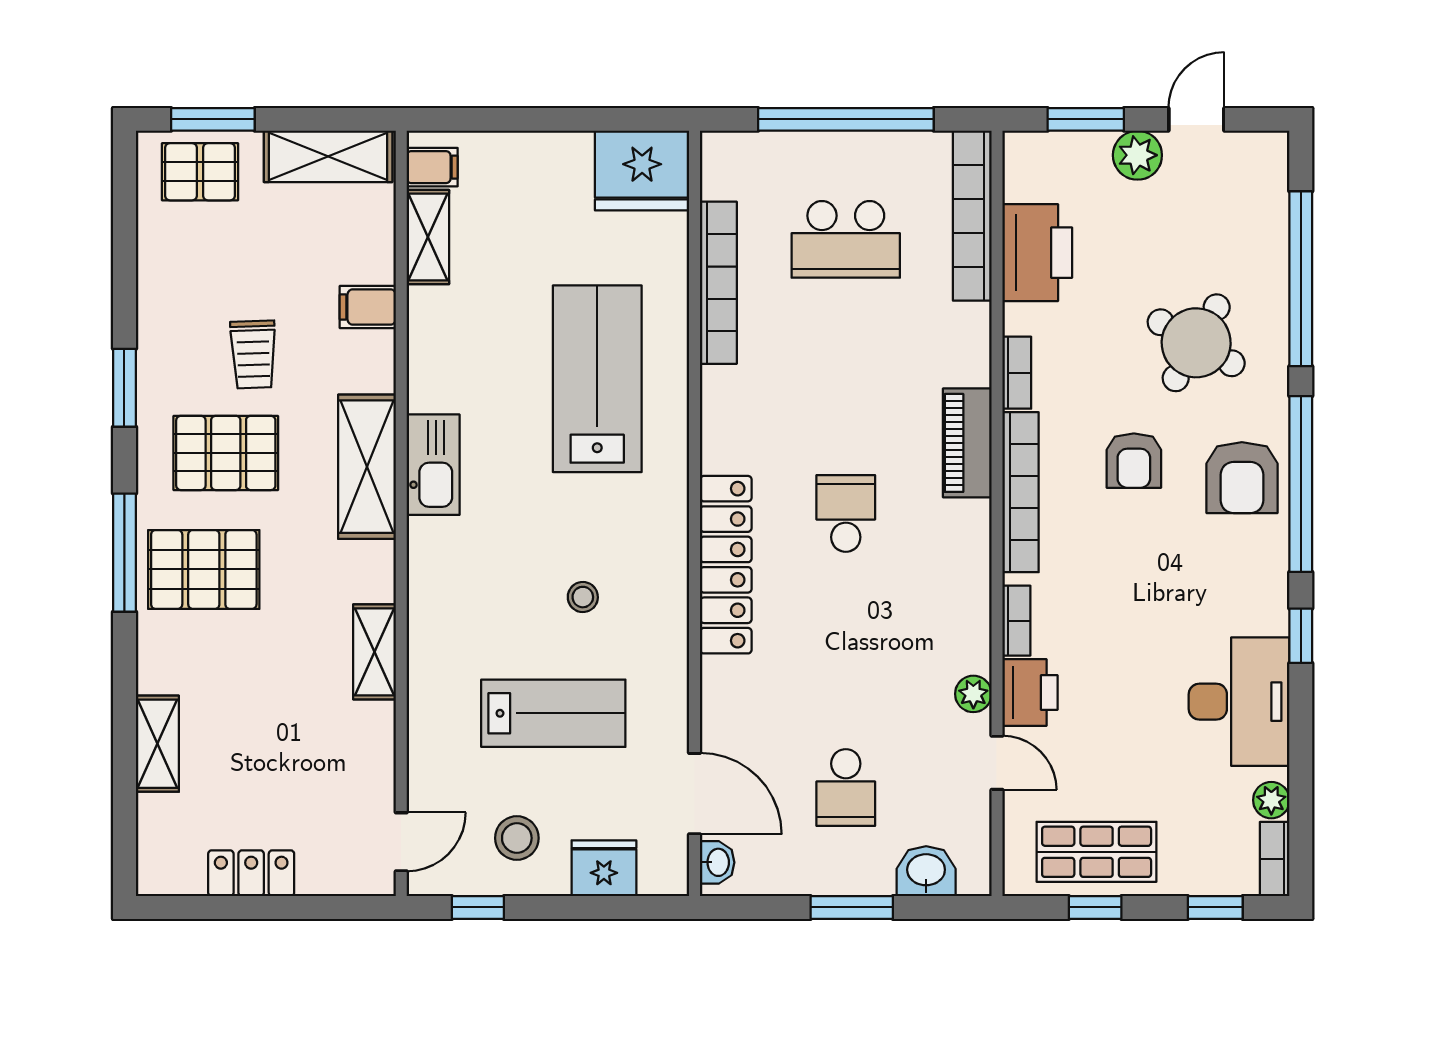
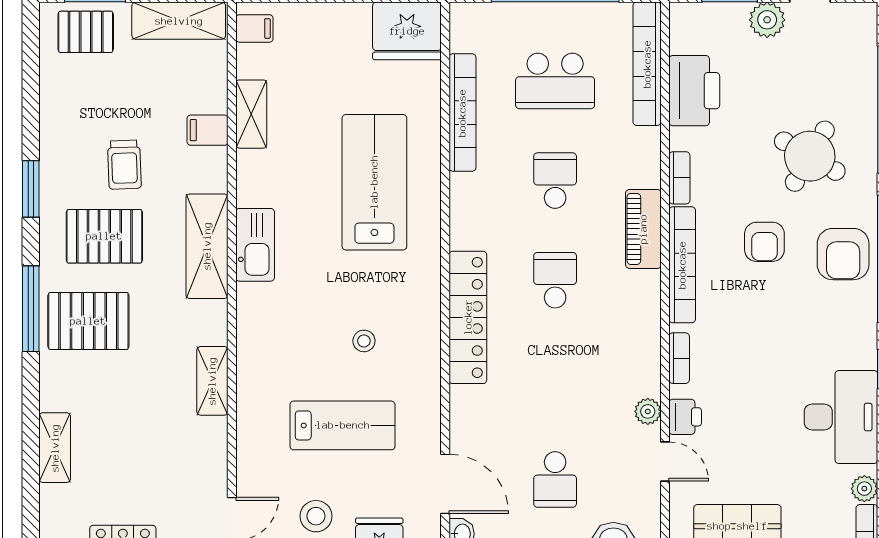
shelving: (428, 237) -> (251, 114), moved
school desk: (846, 376) -> (555, 181), added
printer: (1030, 693) -> (685, 417), width x0.73, depth x0.81

